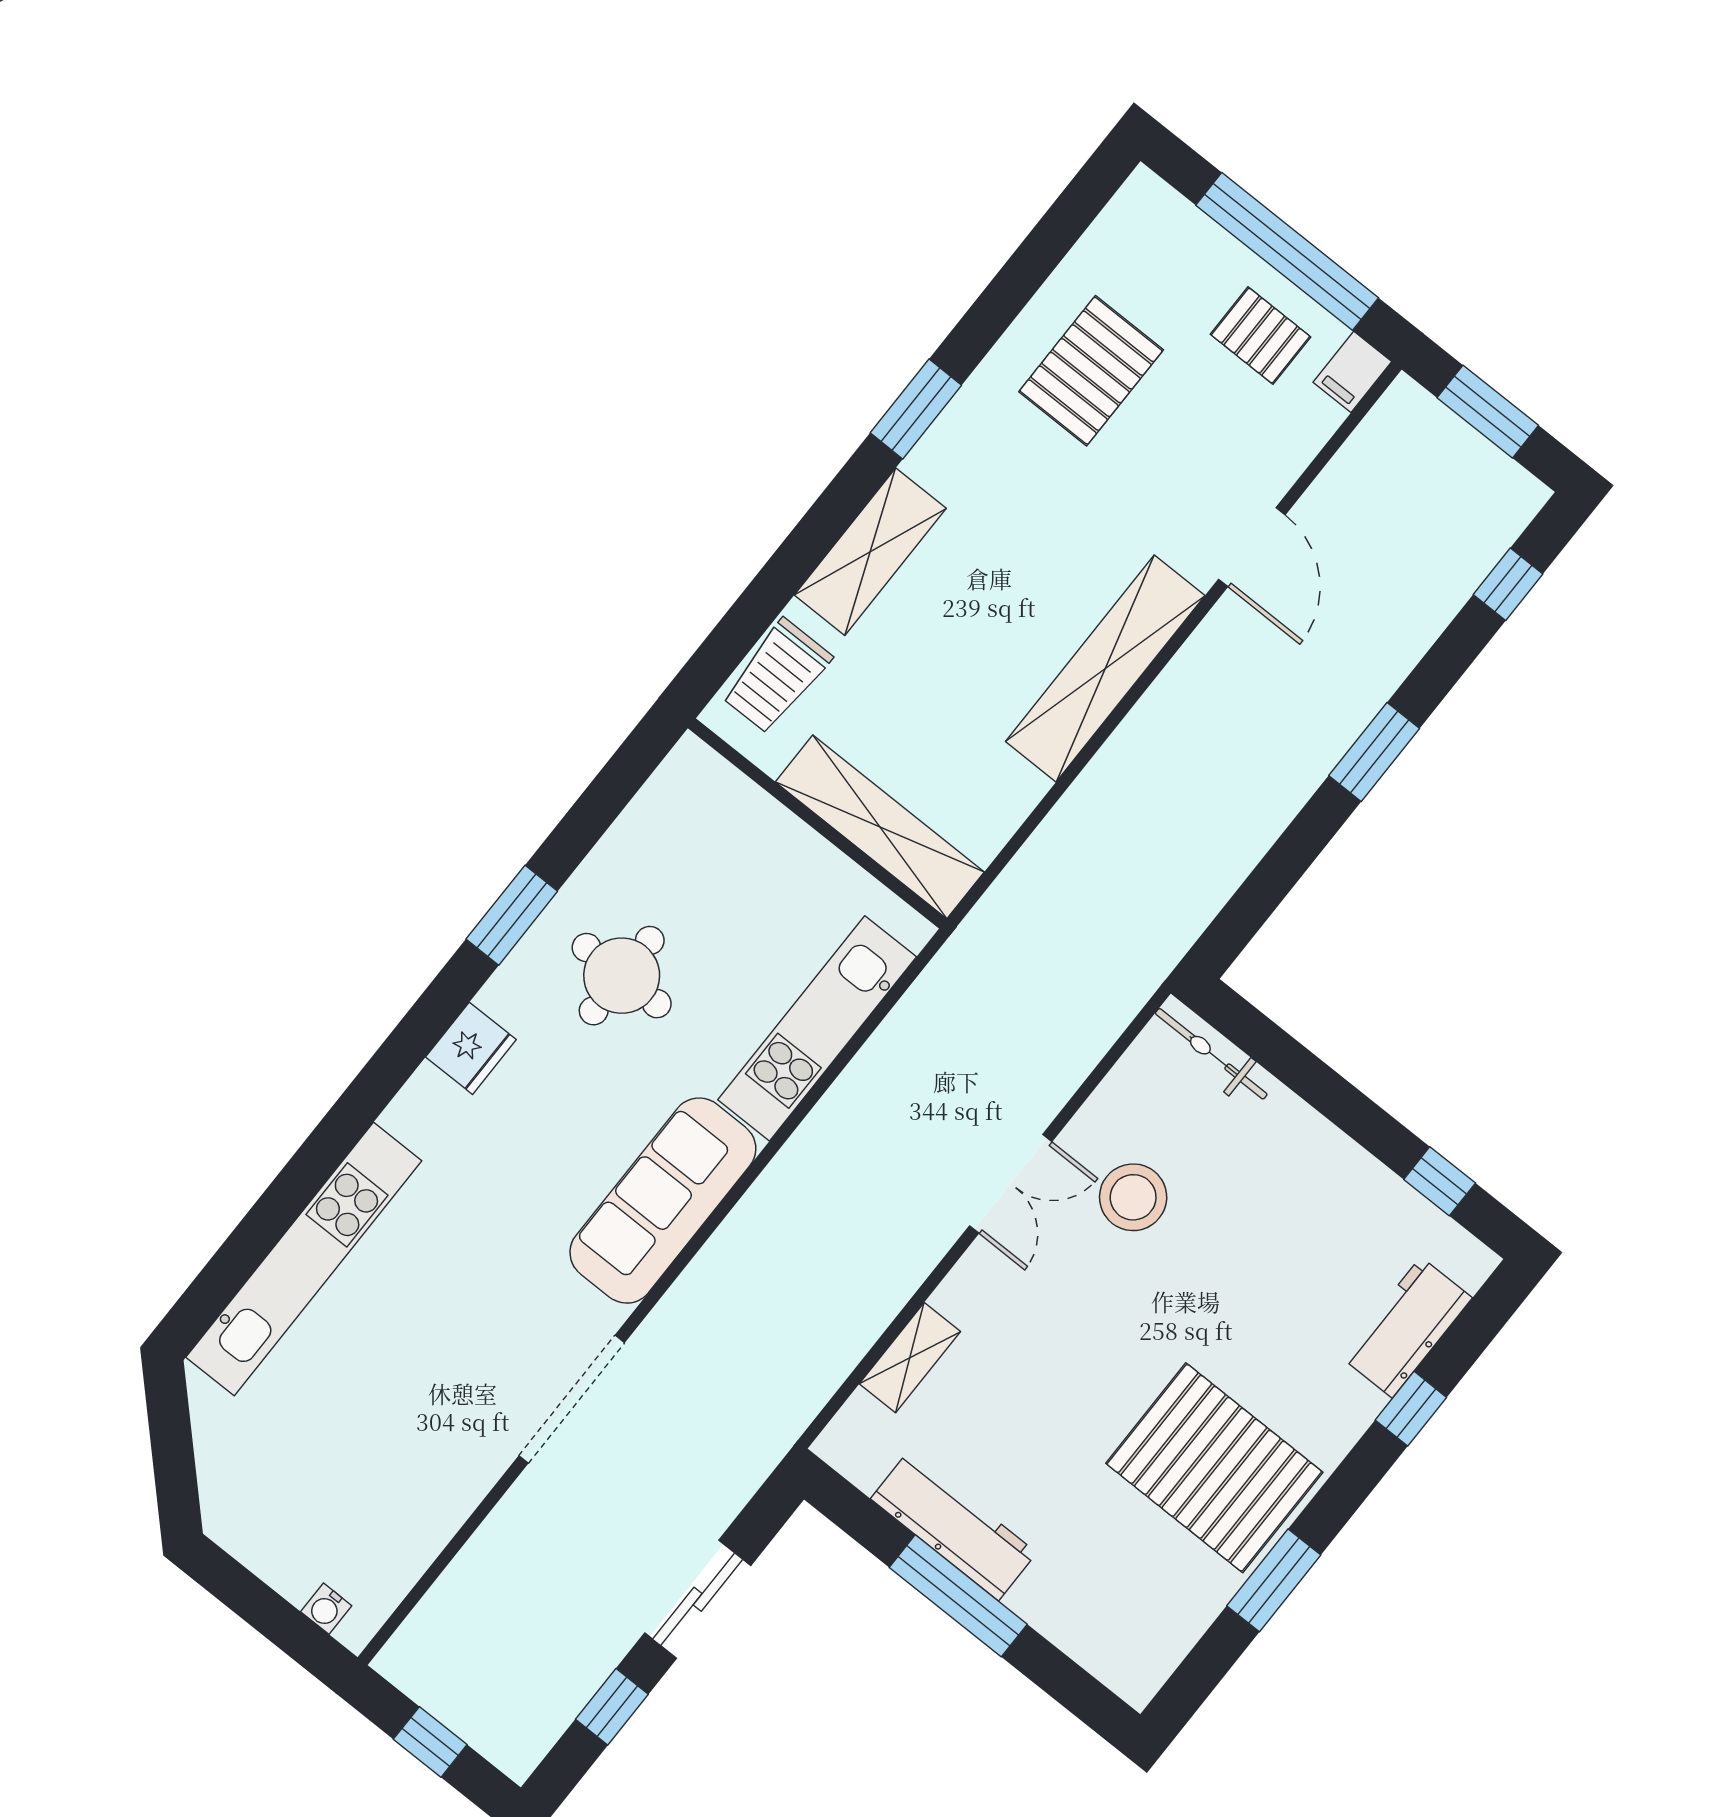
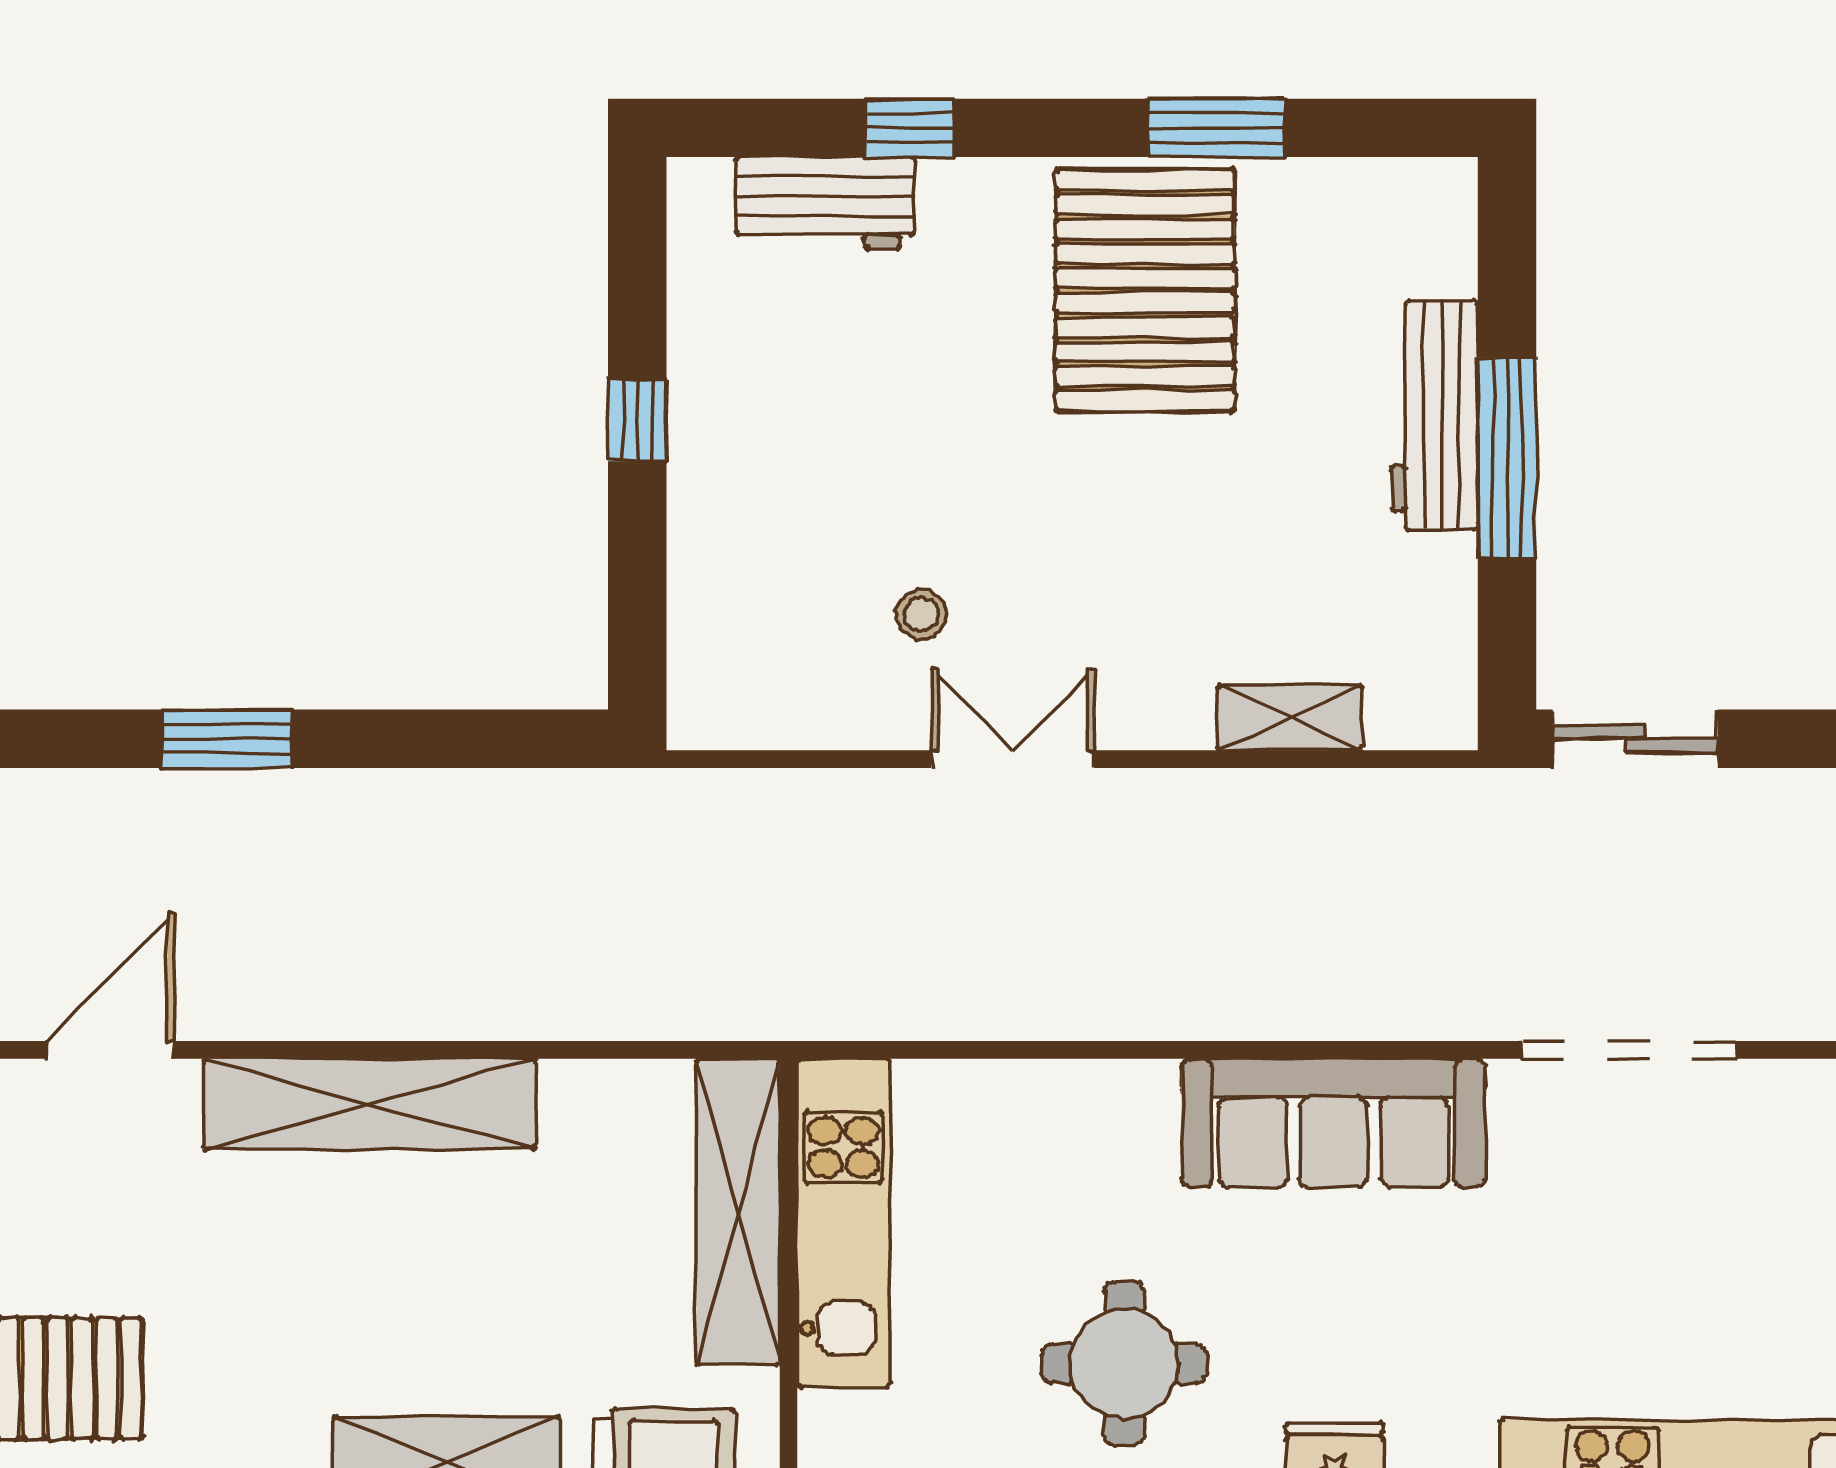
kitchen unit: (817, 1028) -> (843, 1223), moved, turned -90
bicycle: (1211, 1054) -> (697, 654), removed
window: (1440, 1181) -> (637, 420), moved
stool: (1133, 1197) -> (921, 614), width x0.53, depth x0.53
workbench: (954, 1526) -> (1435, 415), moved
sliding door: (698, 1599) -> (1635, 739), moved

